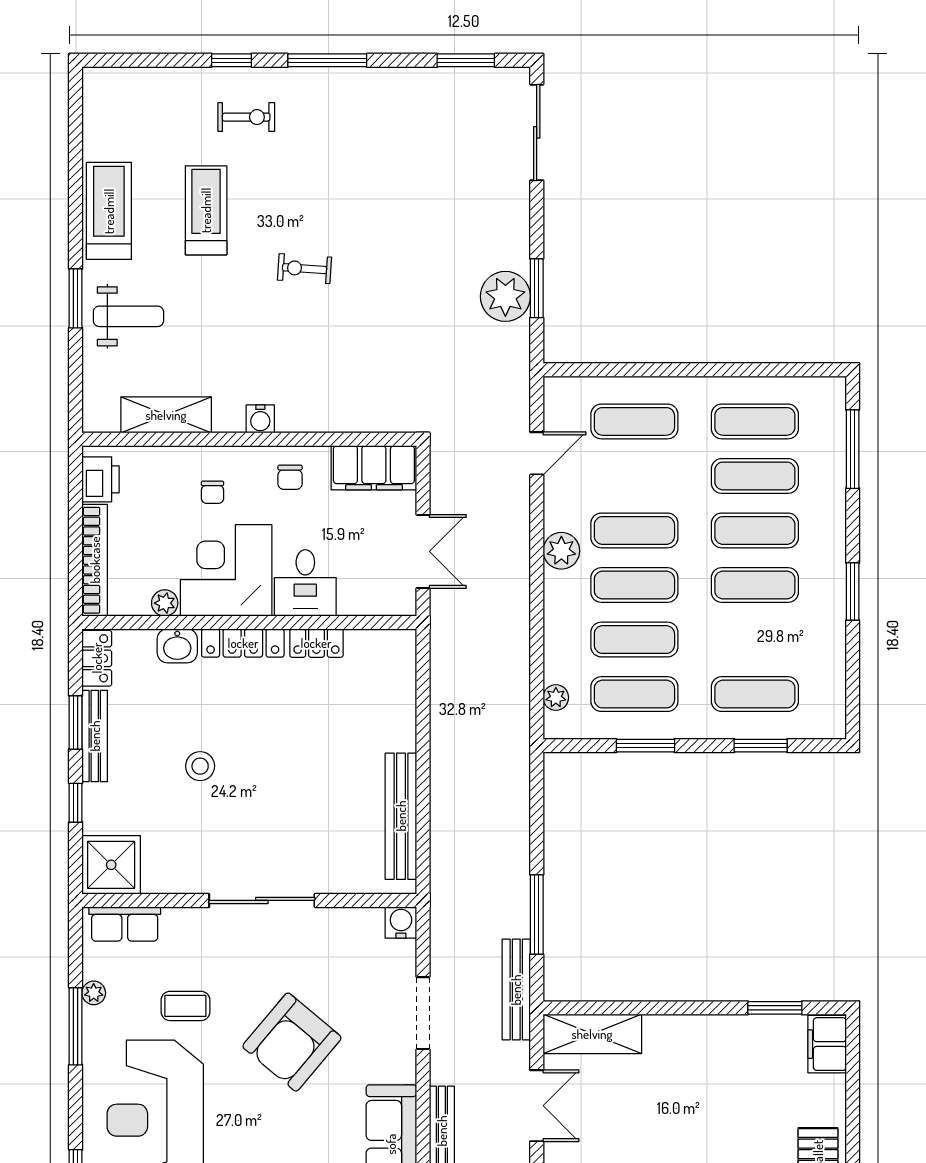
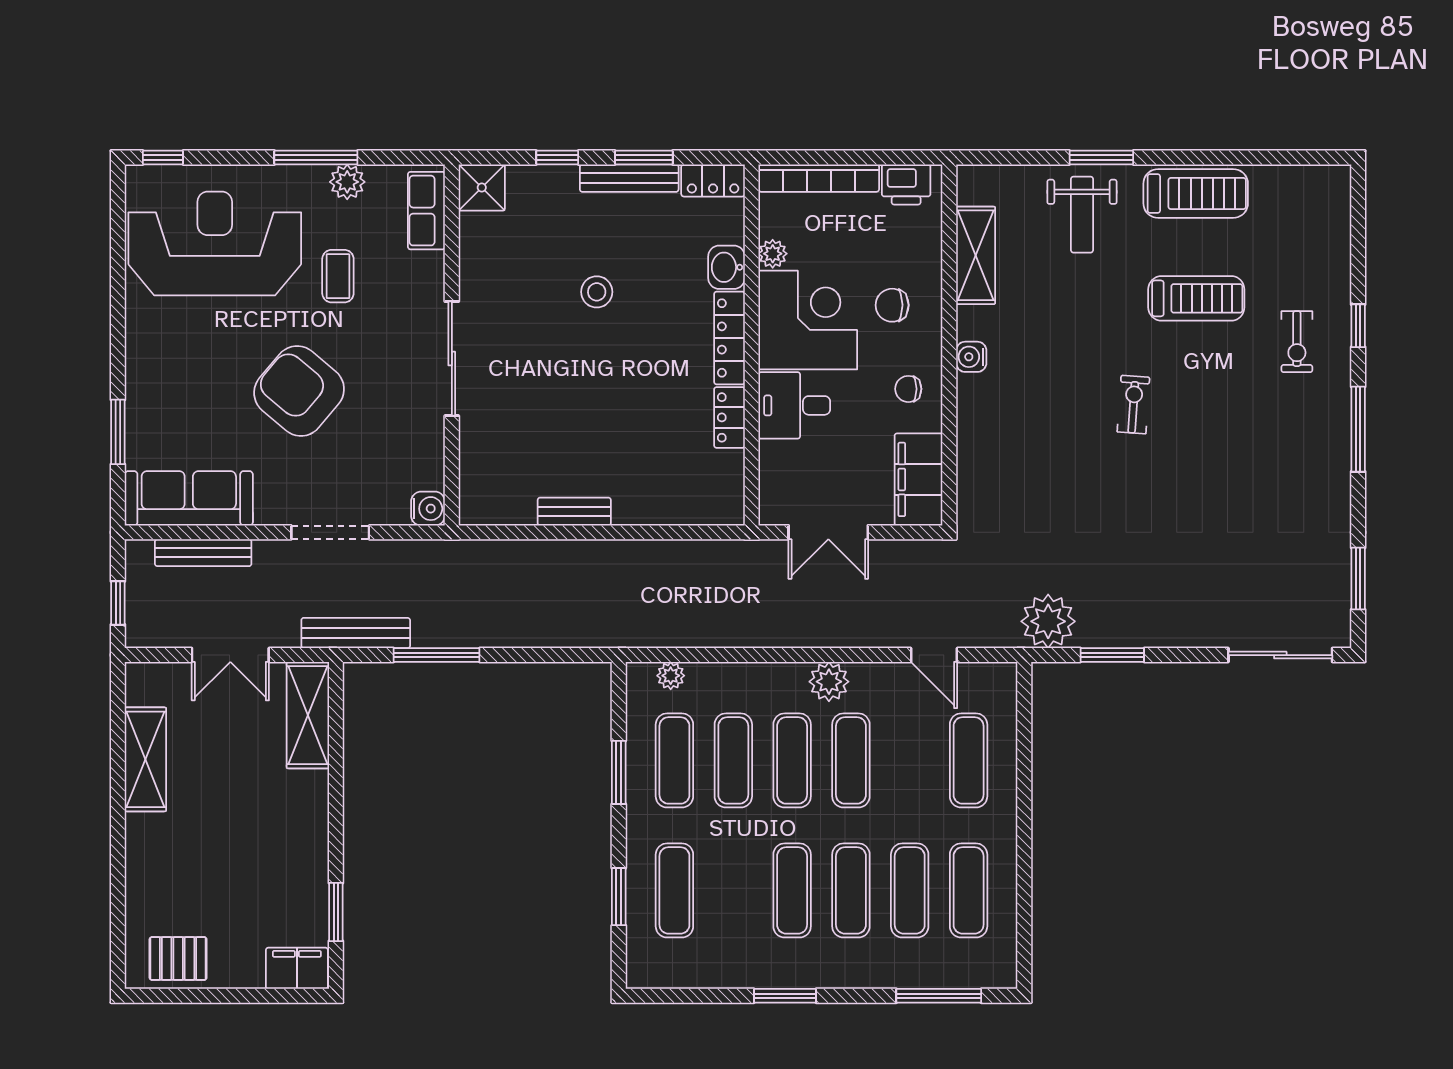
plant: (505, 296) -> (1048, 621), moved
chair: (212, 492) -> (892, 305), width x1.37, depth x1.37
bench: (401, 816) -> (574, 512), width x0.54, depth x0.82
shower: (111, 865) -> (482, 188), width x0.73, depth x0.73
plant: (94, 993) -> (347, 182), width x1.38, depth x1.38

